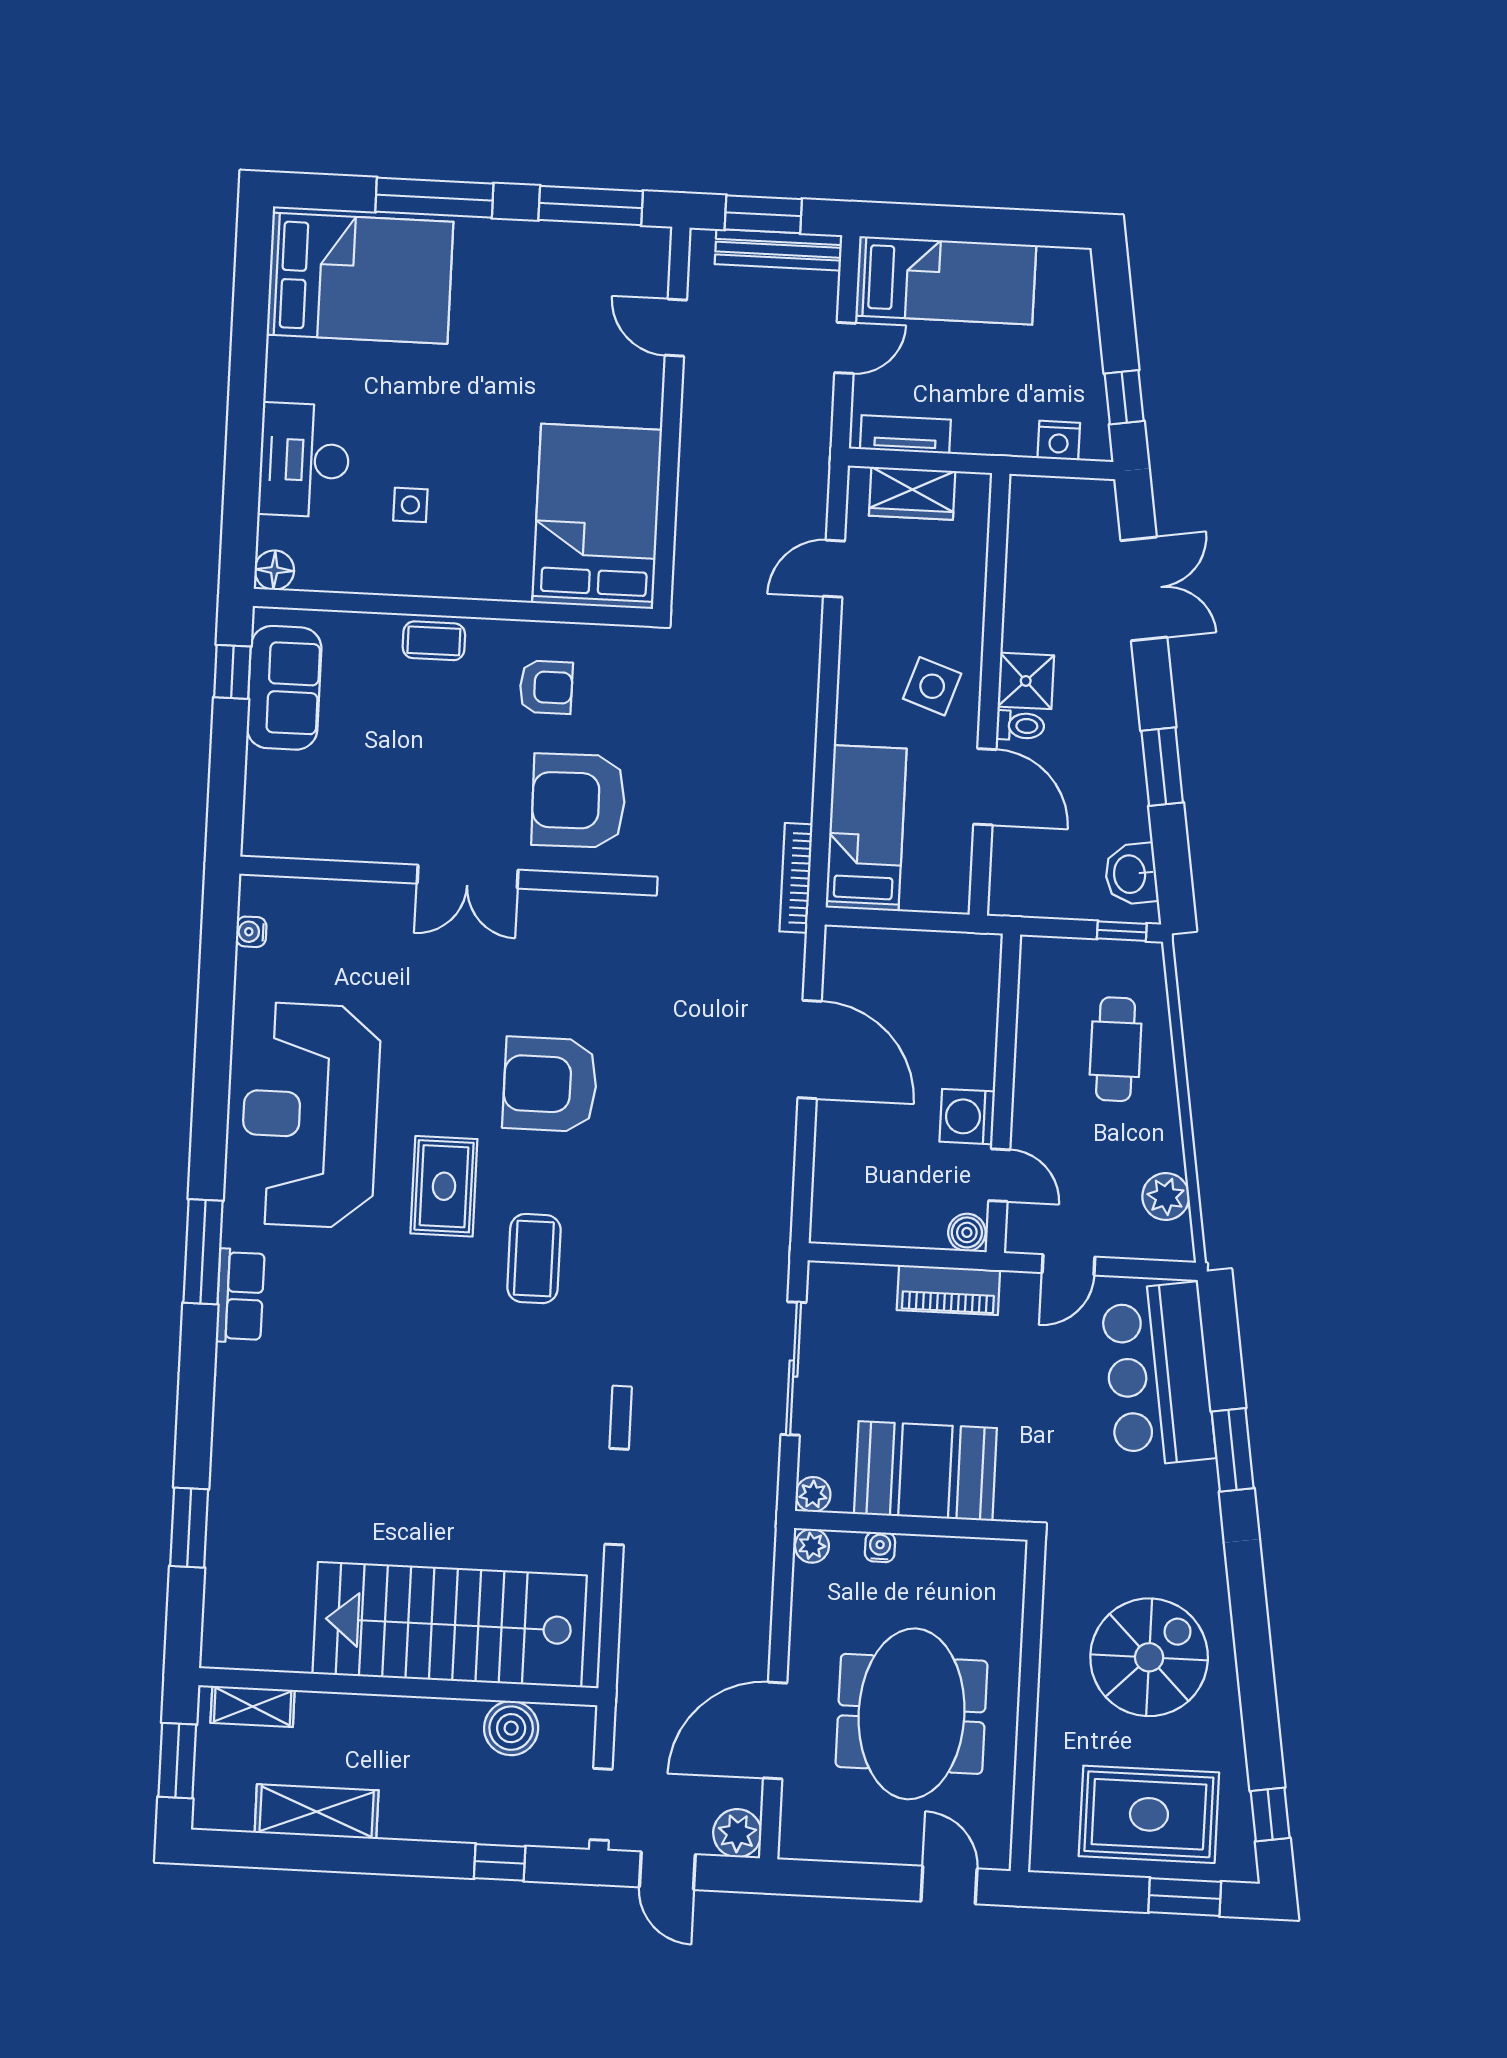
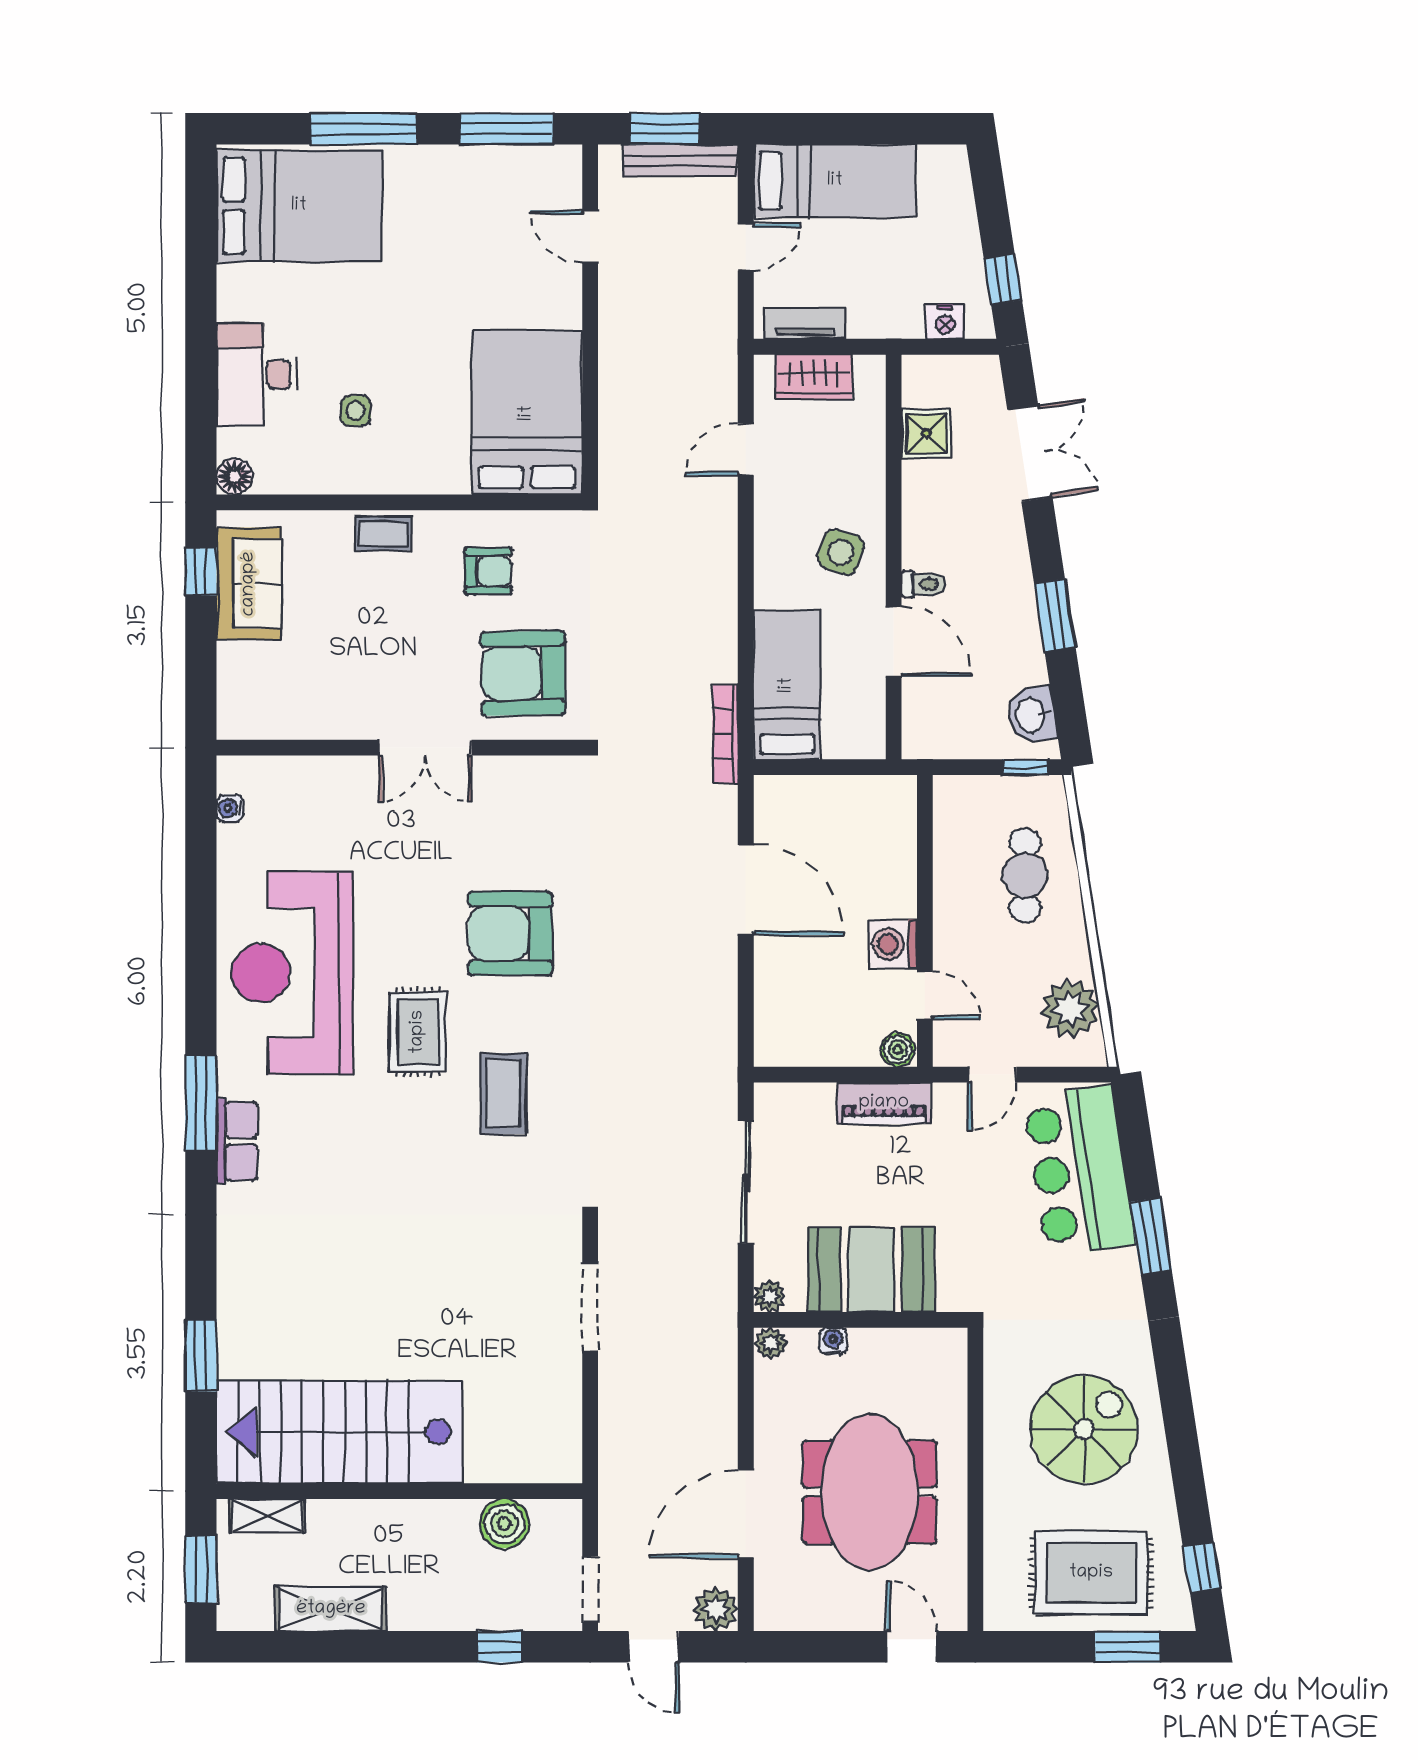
shower: (1026, 681) -> (926, 434), moved
plant: (1166, 1197) -> (1070, 1009), width x1.36, depth x1.36
stairs: (450, 1625) -> (340, 1432), moved

